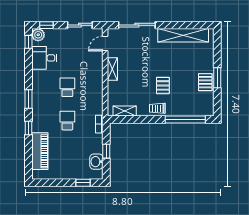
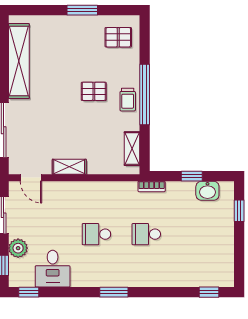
plant: (38, 35) -> (18, 248), moved
pallet: (205, 82) -> (118, 37), moved
window: (185, 119) -> (145, 94), moved
window: (28, 128) -> (209, 292), moved
piano: (40, 151) -> (192, 275), removed

